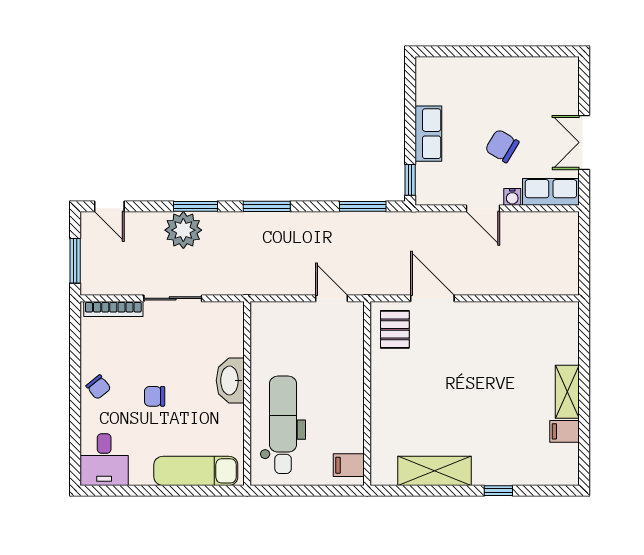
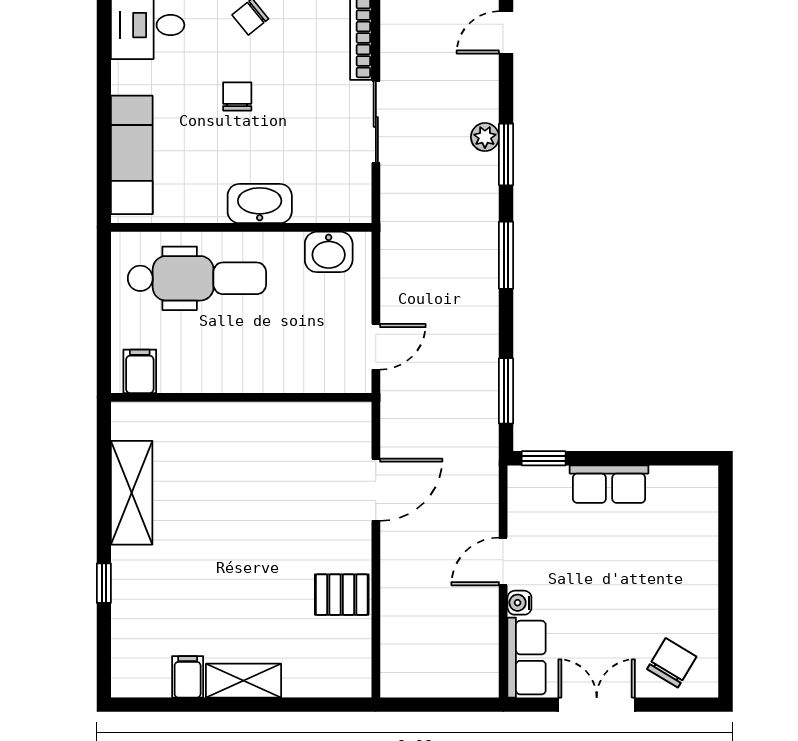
chair: (502, 146) -> (672, 663), moved
plant: (183, 230) -> (485, 137), width x0.53, depth x0.53
pallet: (395, 329) -> (342, 595), moved
washbasin: (264, 332) -> (329, 252), added

